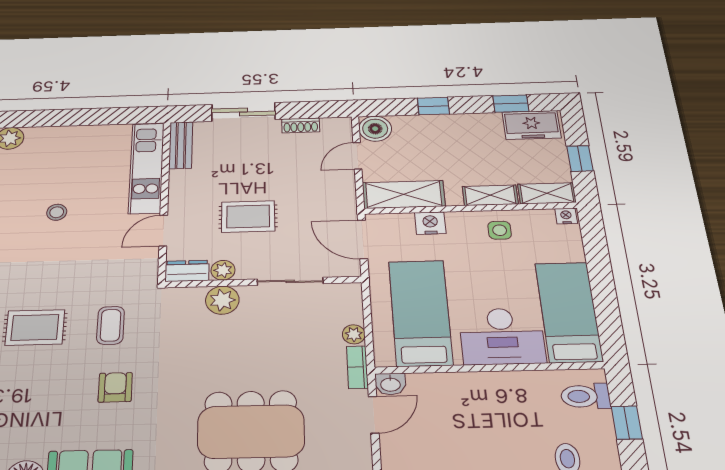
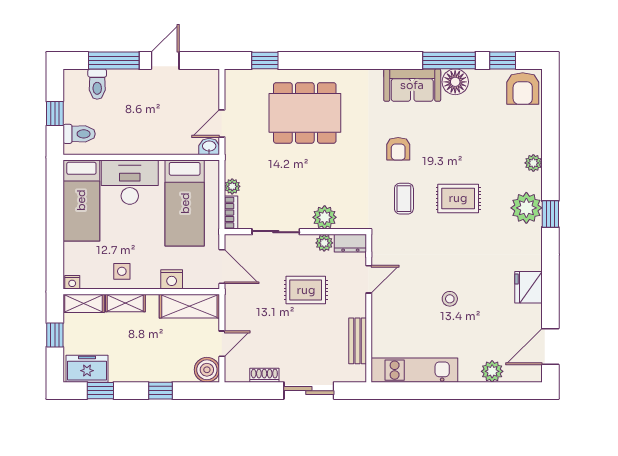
bench: (181, 145) -> (358, 341), moved
kitchen unit: (146, 168) -> (414, 370), moved, turned -90
bookcase: (357, 367) -> (231, 213), moved

